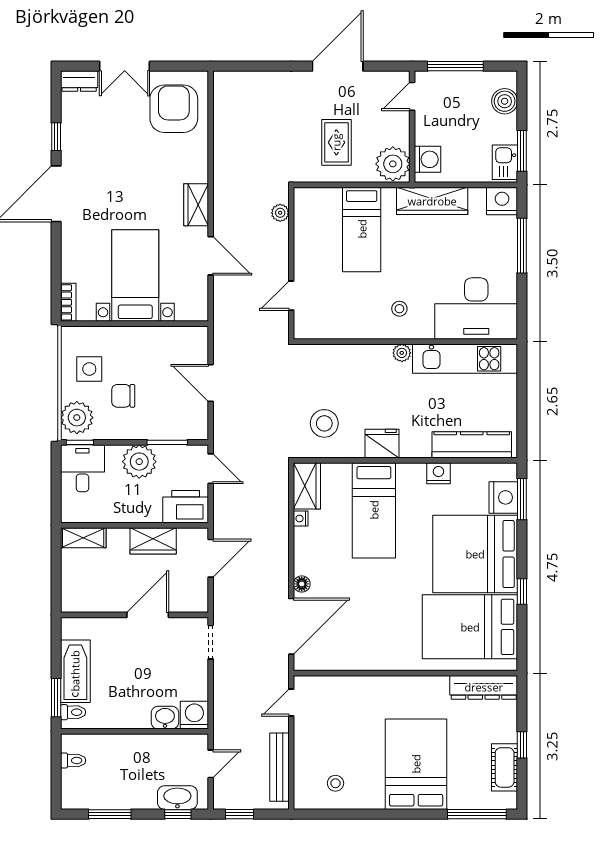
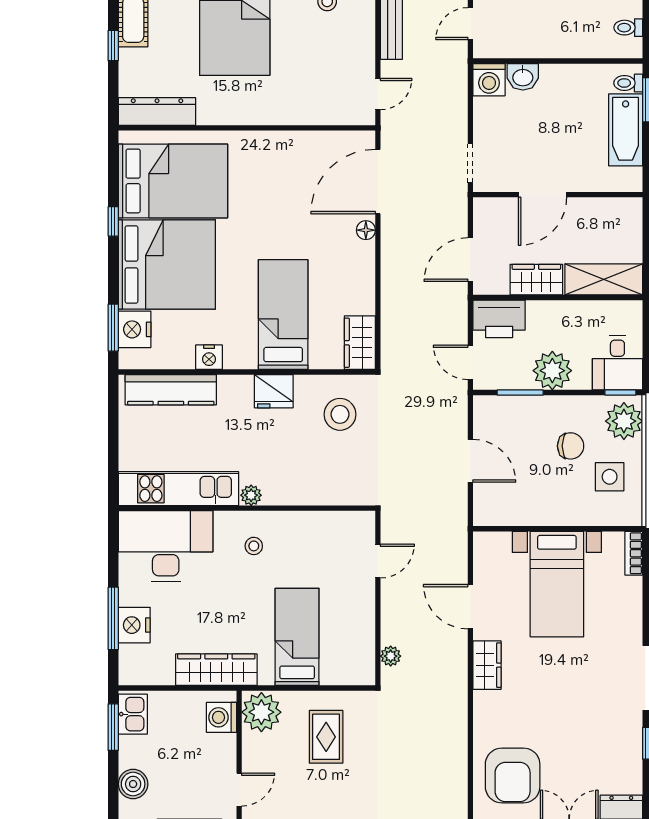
nightstand: (502, 201) -> (134, 625), moved, turned 90
nightstand: (301, 518) -> (367, 305), removed
shelving: (83, 538) -> (604, 279), width x1.50, depth x1.33

